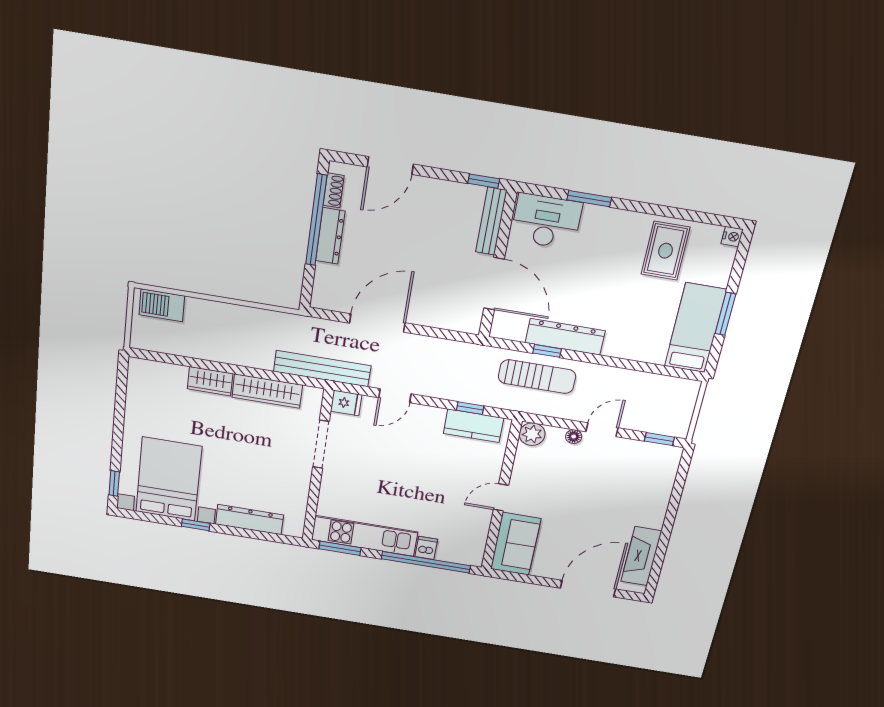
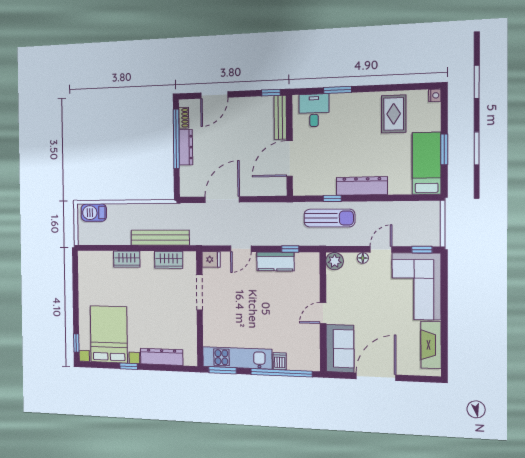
desk: (546, 221) -> (314, 110), width x0.73
door: (494, 284) -> (290, 158), swing flipped
dresser: (565, 337) -> (362, 186), moved
bench: (322, 369) -> (160, 238), moved
wardrobe: (267, 391) -> (169, 260), width x0.67
kitchen counter: (473, 426) -> (275, 261), moved
corner sofa: (640, 483) -> (416, 286), added
door: (588, 589) -> (376, 377), moved

